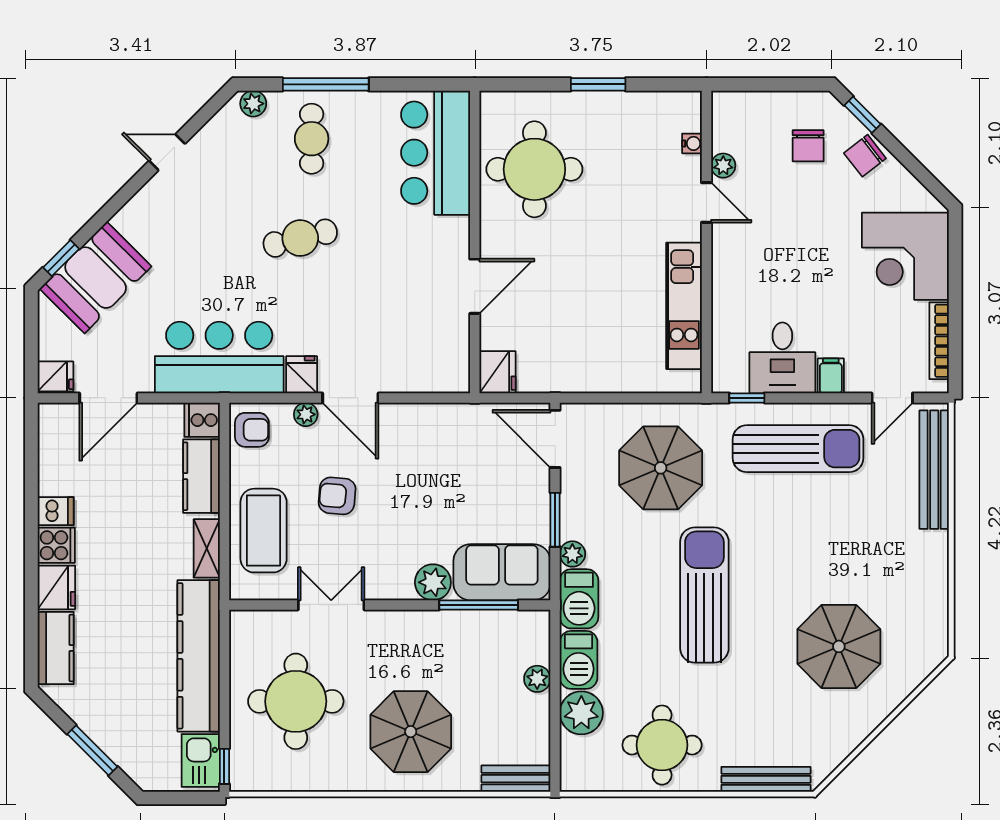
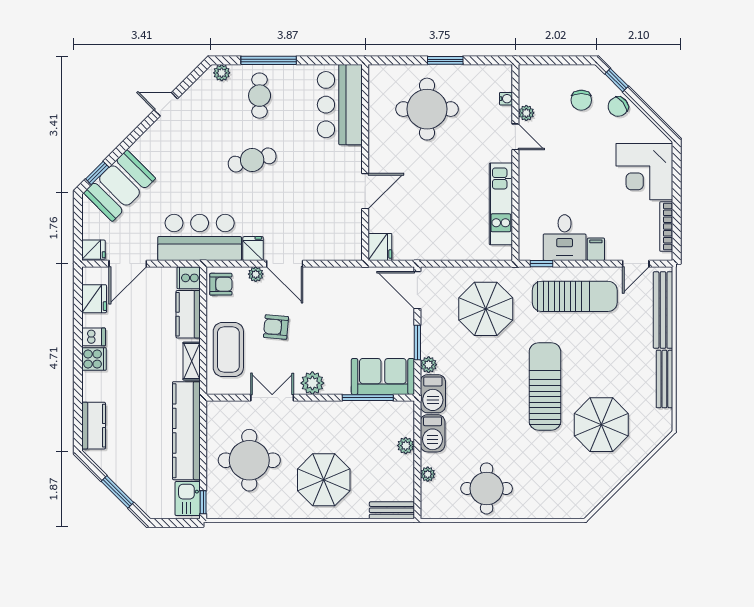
round table: (534, 169) -> (427, 109), moved
plant: (433, 582) -> (312, 383), moved
fridge: (56, 587) -> (94, 299), moved
sun lounger: (704, 595) -> (545, 386), moved
plant: (581, 713) -> (428, 474), width x0.53, depth x0.53
bench: (766, 779) -> (664, 379), moved, turned 90

